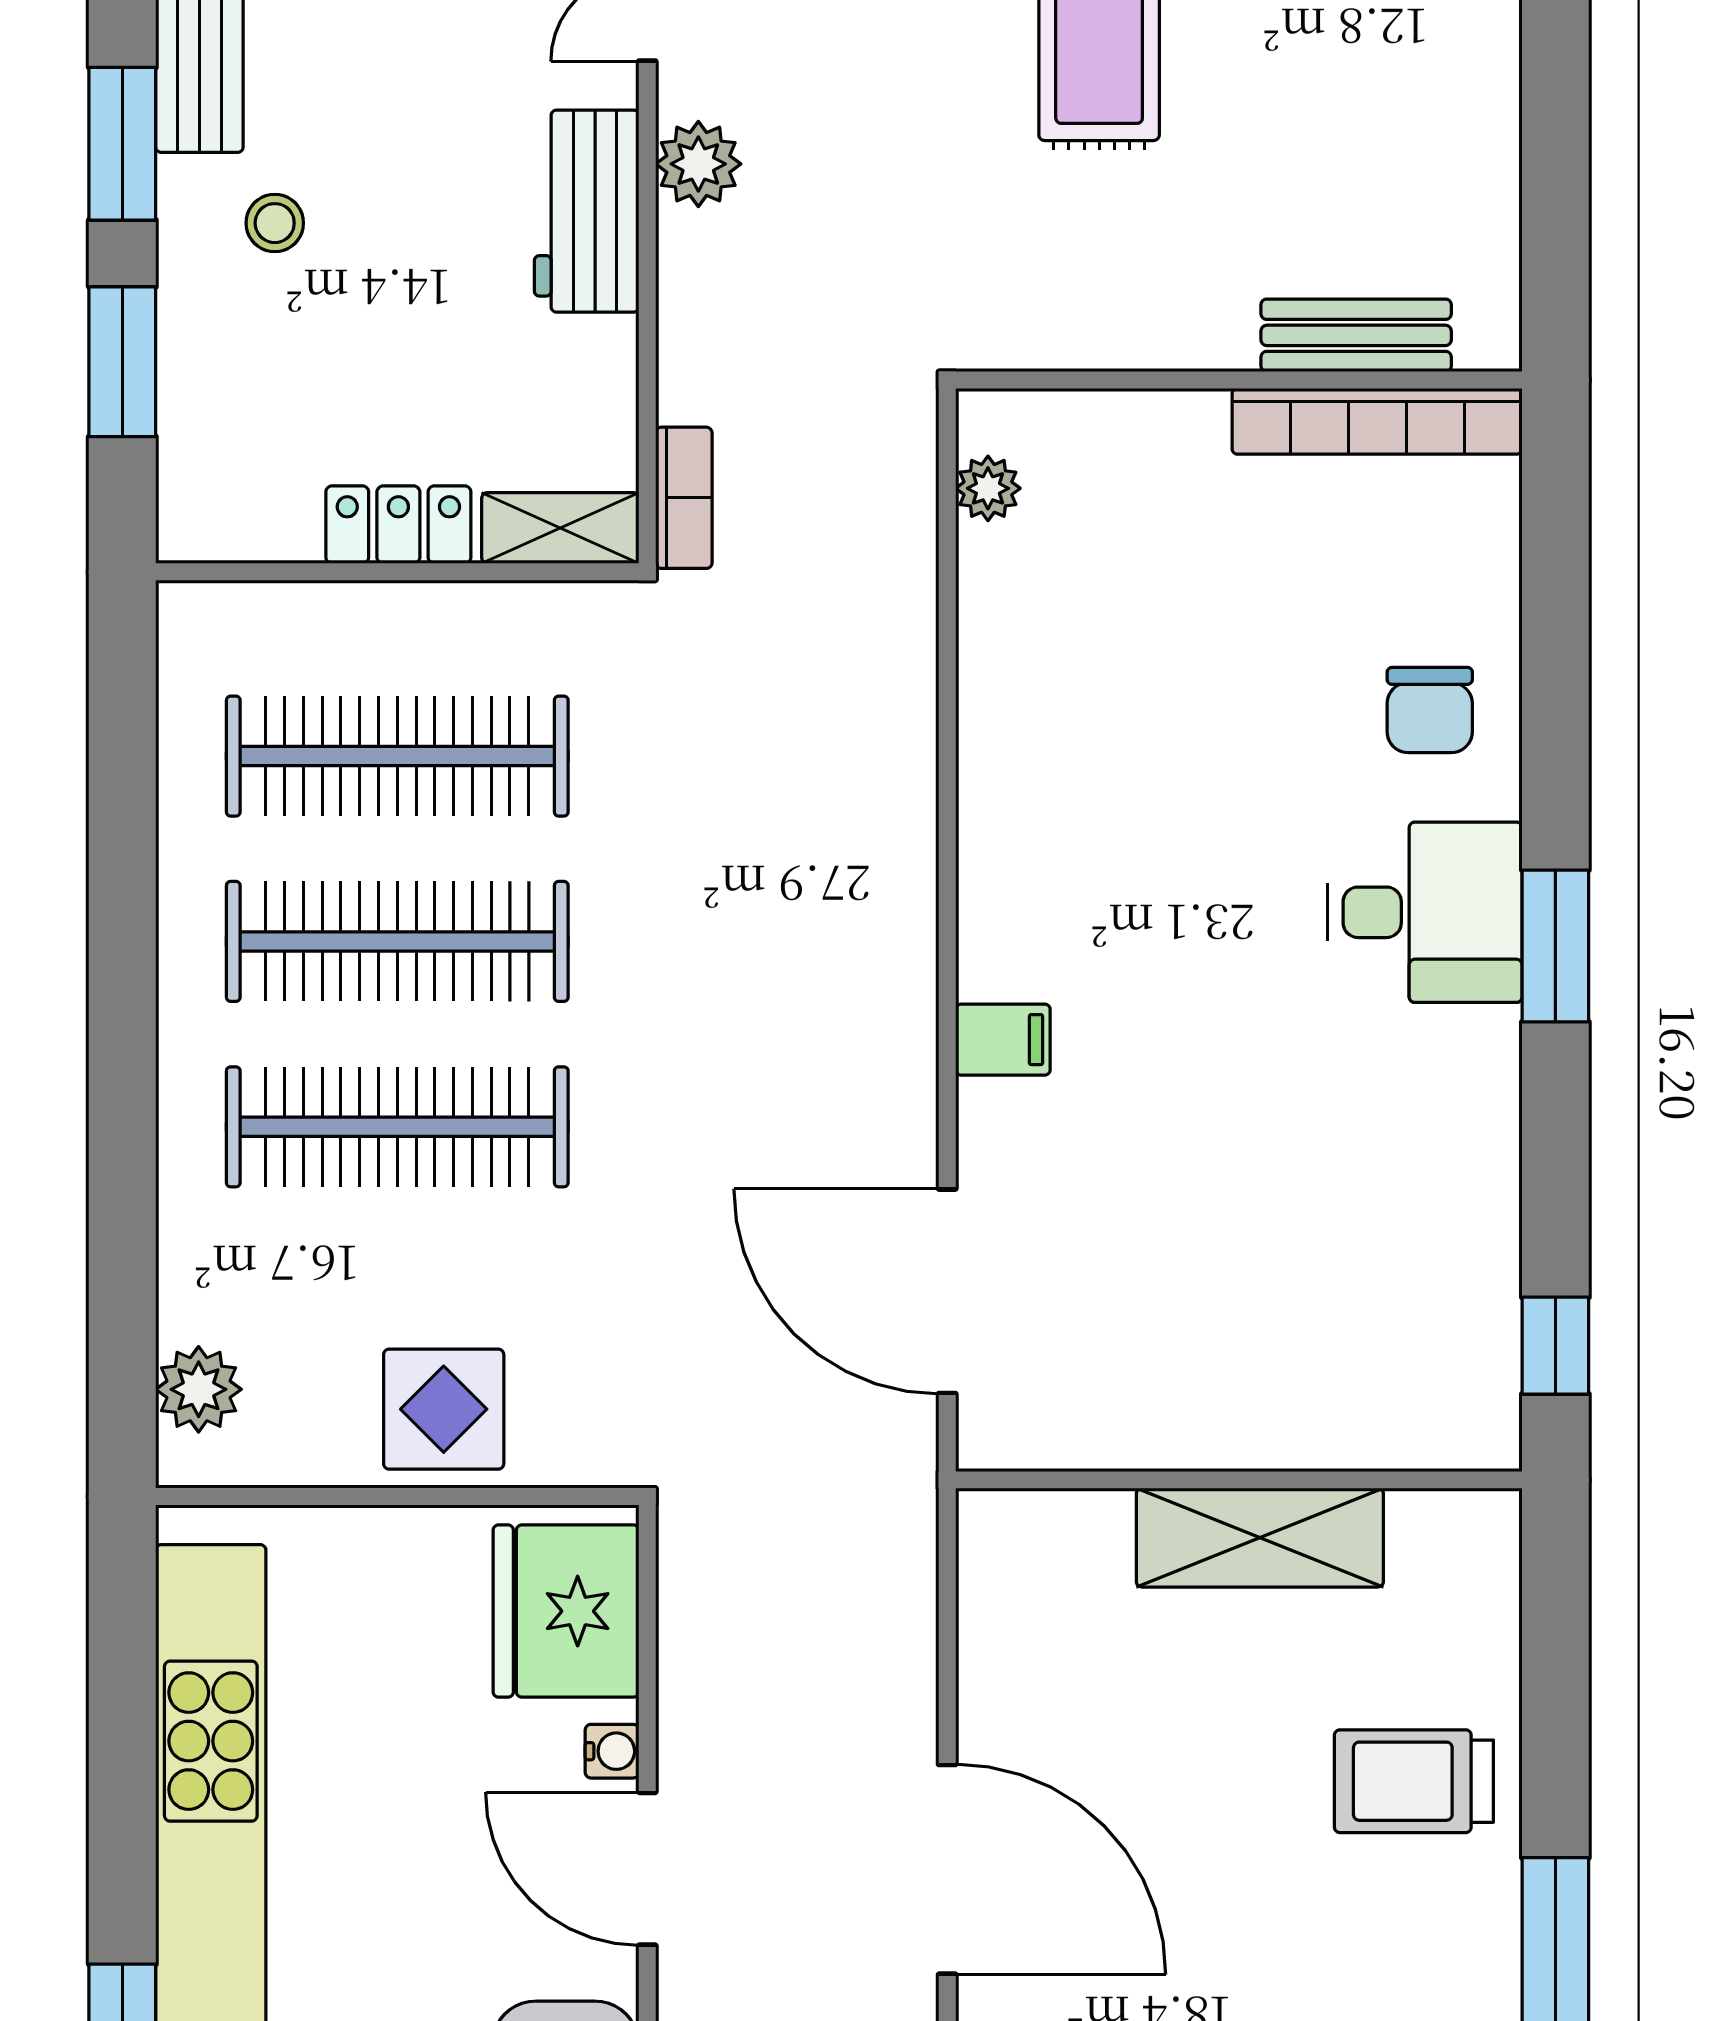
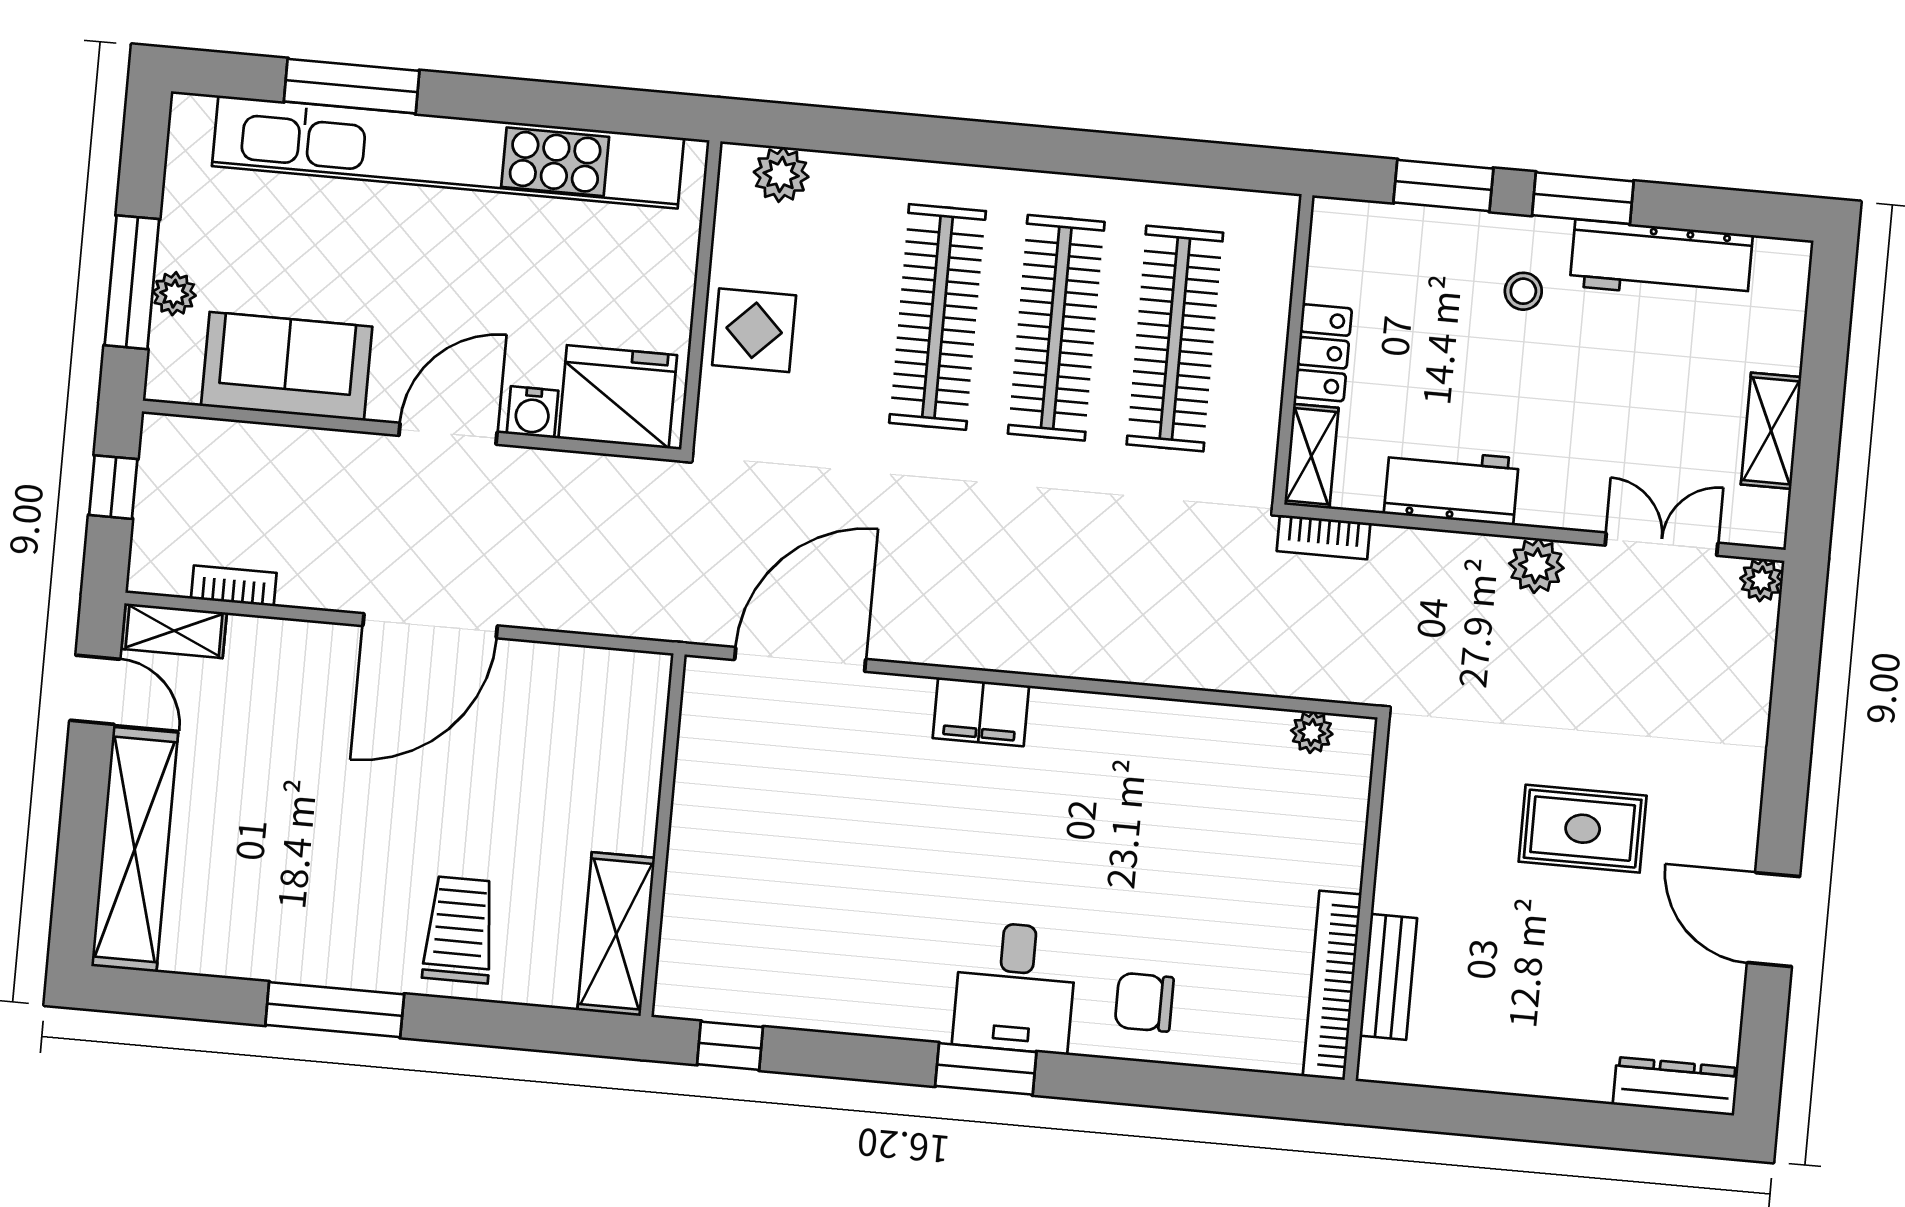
workbench: (587, 211) -> (1451, 486), moved
filing cabinet: (1003, 1040) -> (981, 712), width x2.00
shelving: (1260, 1538) -> (616, 934), moved
water cooler: (612, 1751) -> (532, 412), width x1.38, depth x1.38

